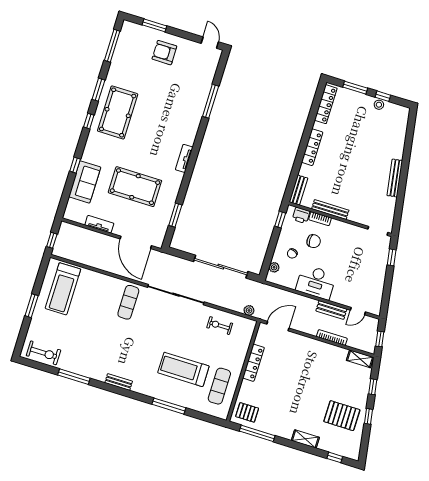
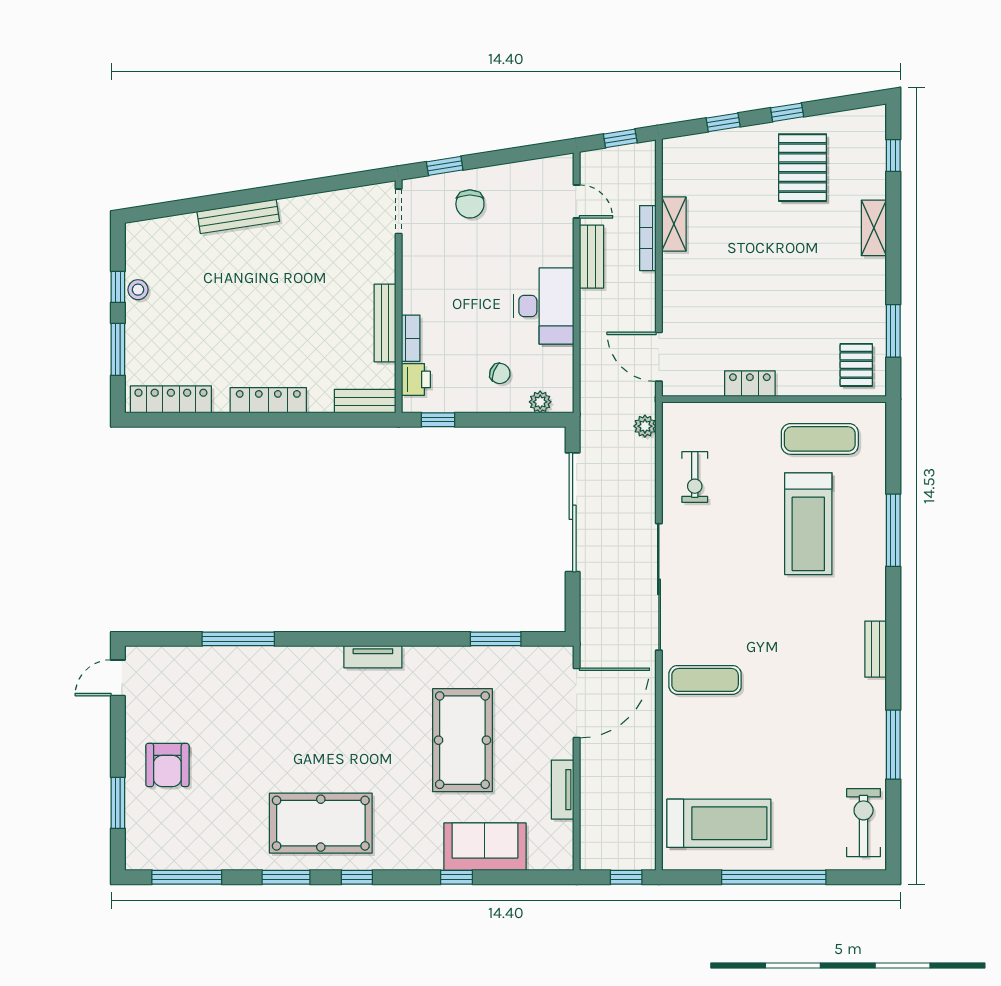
bench: (395, 178) -> (238, 216), moved
chair: (314, 241) -> (470, 204), moved, turned 180
window: (32, 306) -> (774, 877), width x2.11
shelving: (360, 359) -> (674, 224), moved
locker: (253, 363) -> (750, 384), width x0.66
window: (257, 433) -> (893, 331), width x0.69

